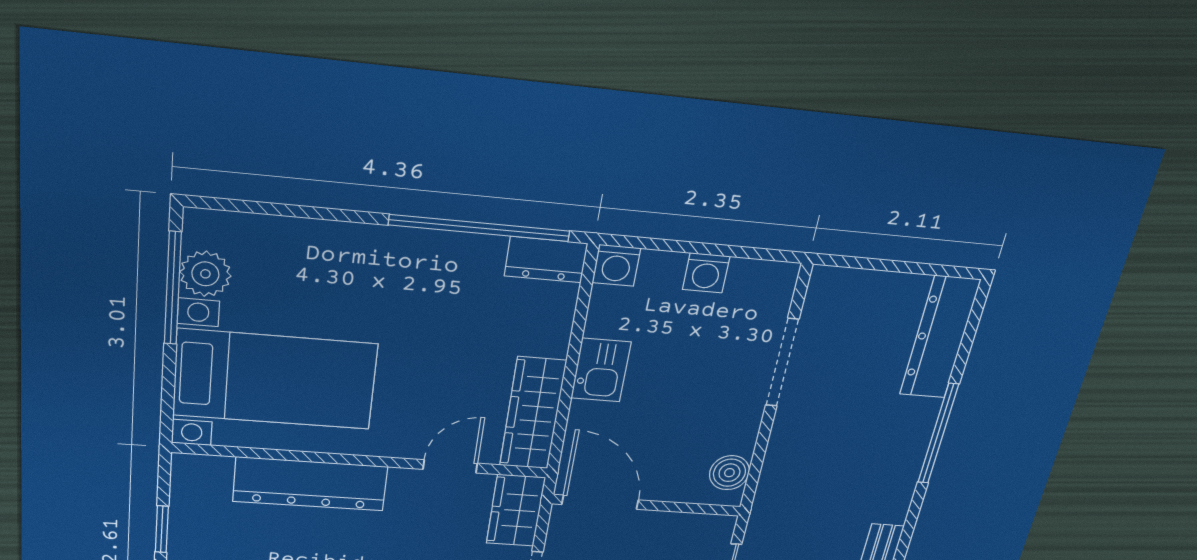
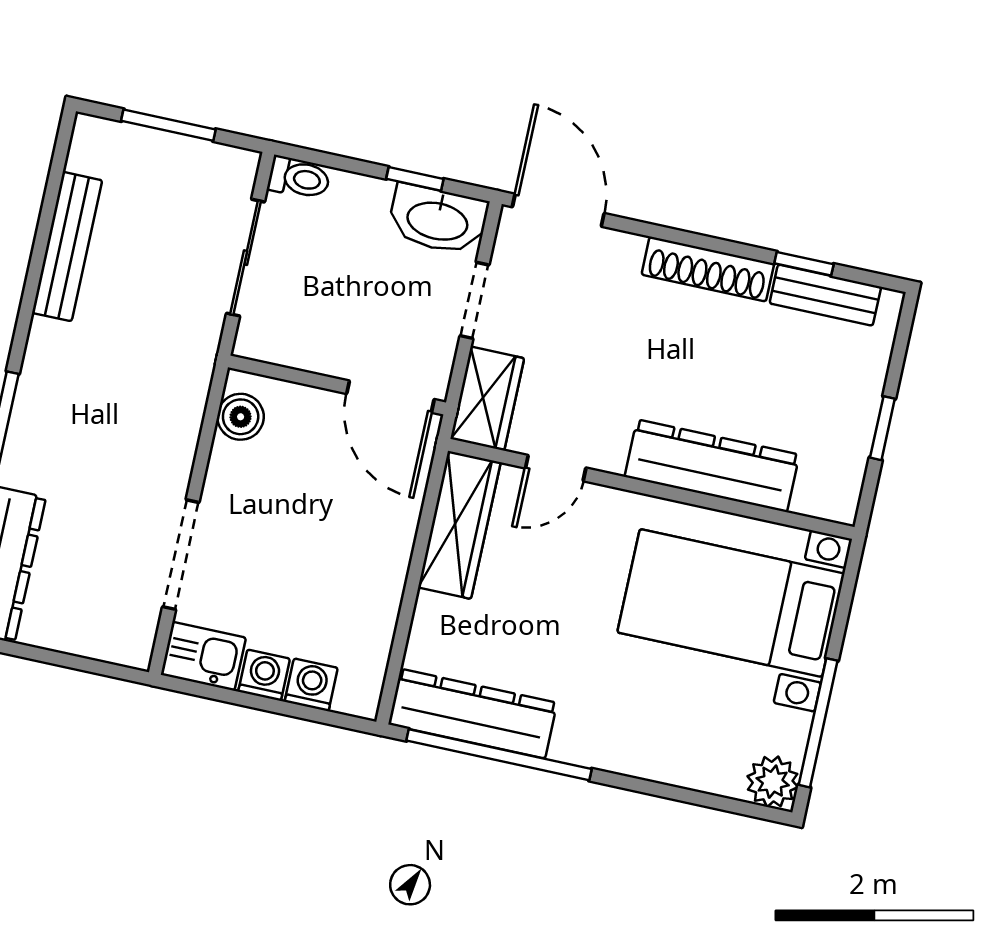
dresser: (546, 260) -> (473, 714), width x1.96, depth x1.24
washing machine: (616, 265) -> (311, 685), moved
plant: (205, 274) -> (773, 782), moved
kitchen sink: (601, 370) -> (203, 656), moved, turned 90

